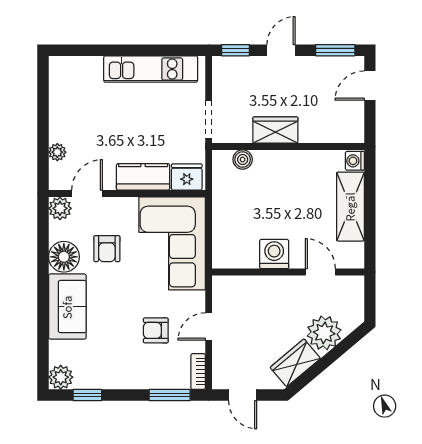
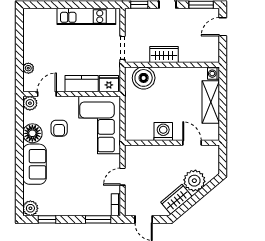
boiler: (243, 160) -> (144, 78), width x1.86, depth x1.86
armchair: (156, 330) -> (90, 179), removed

